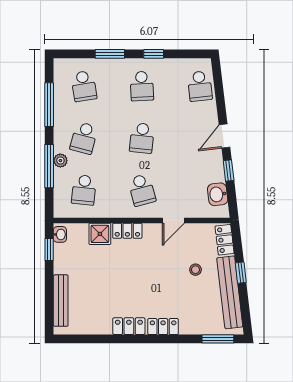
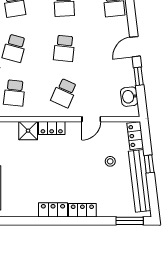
school desk: (142, 190) -> (64, 93), turned 39

